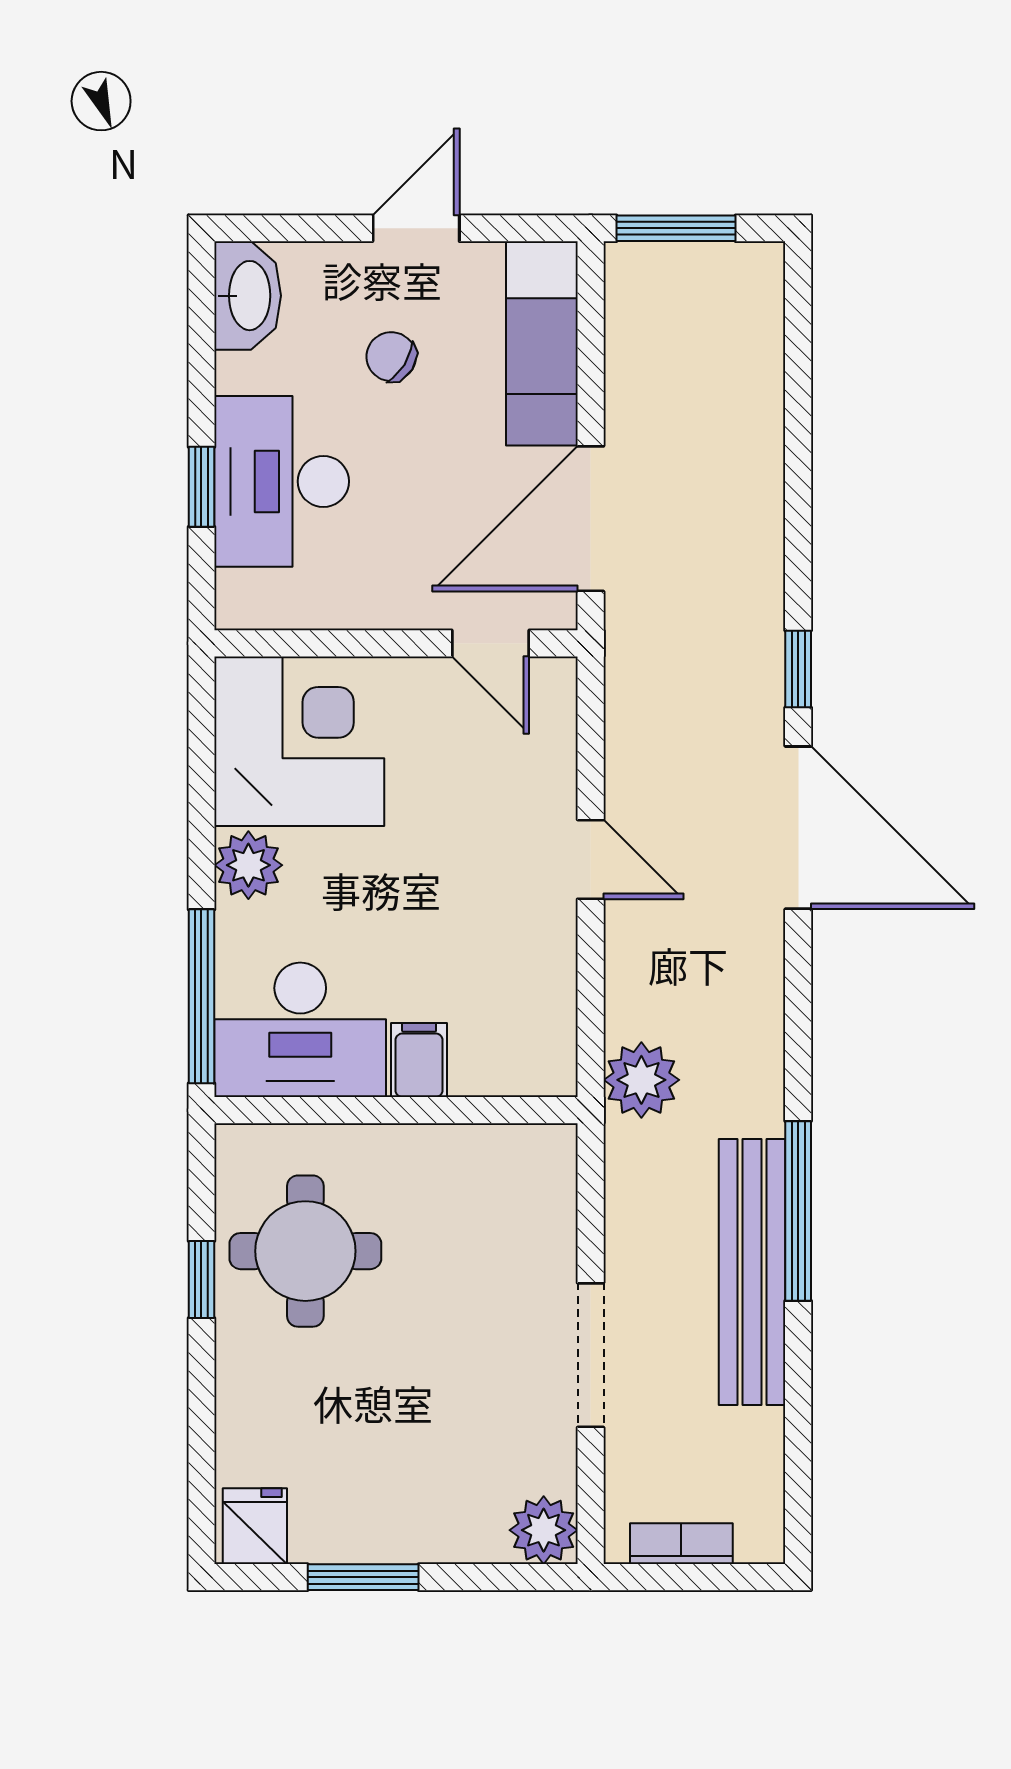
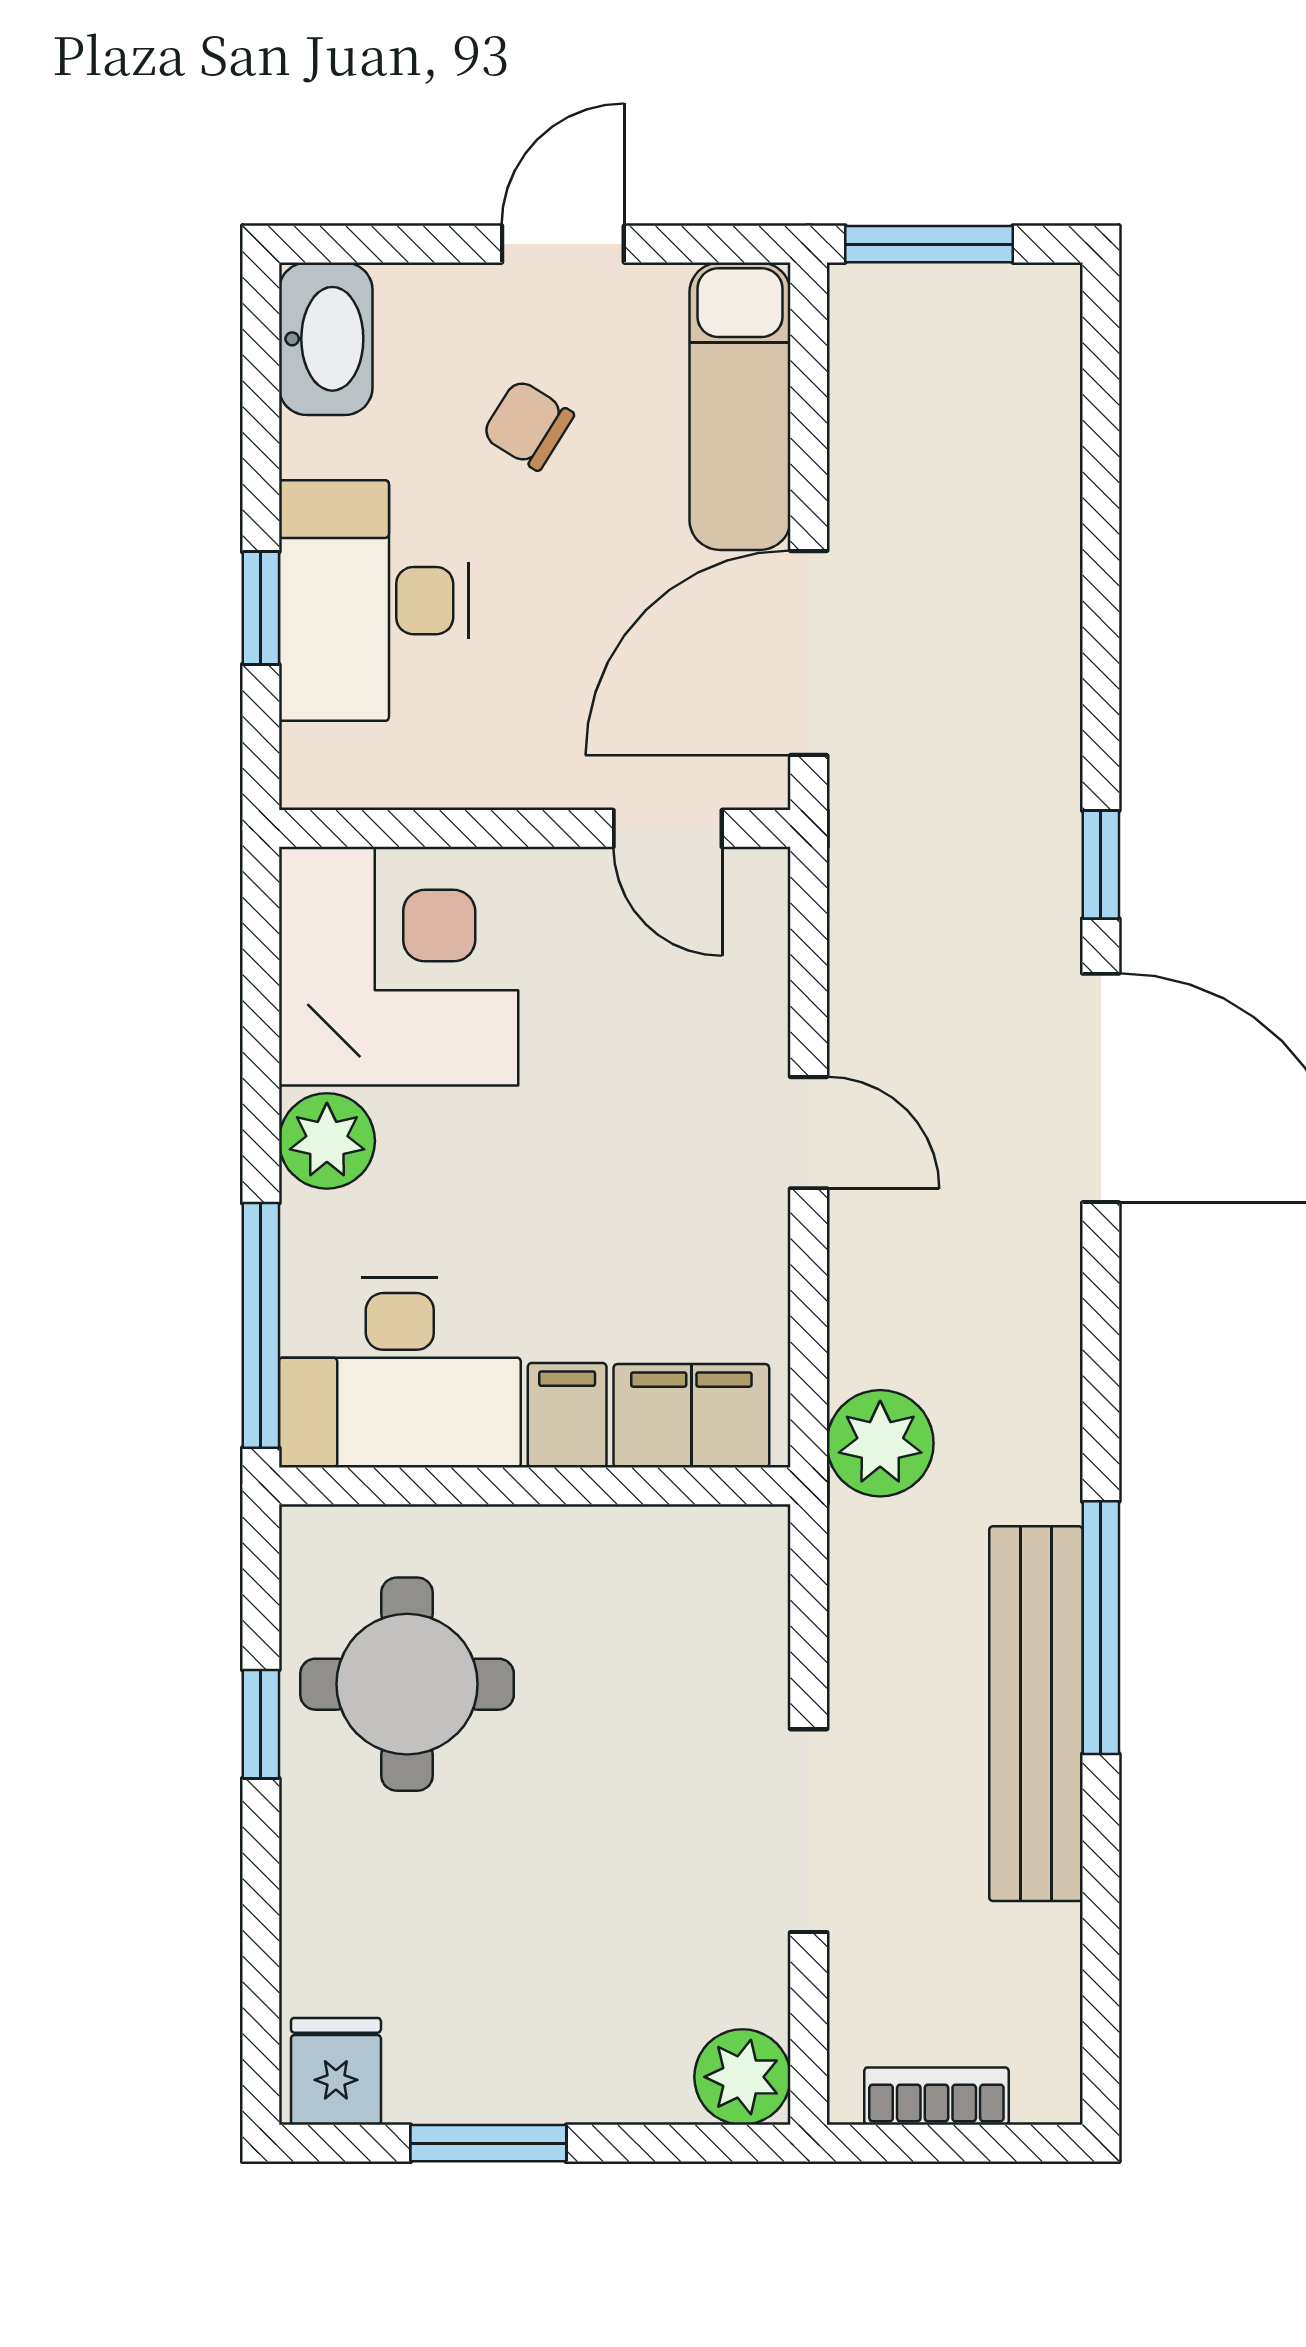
filing cabinet: (507, 1060) -> (691, 1416), added

